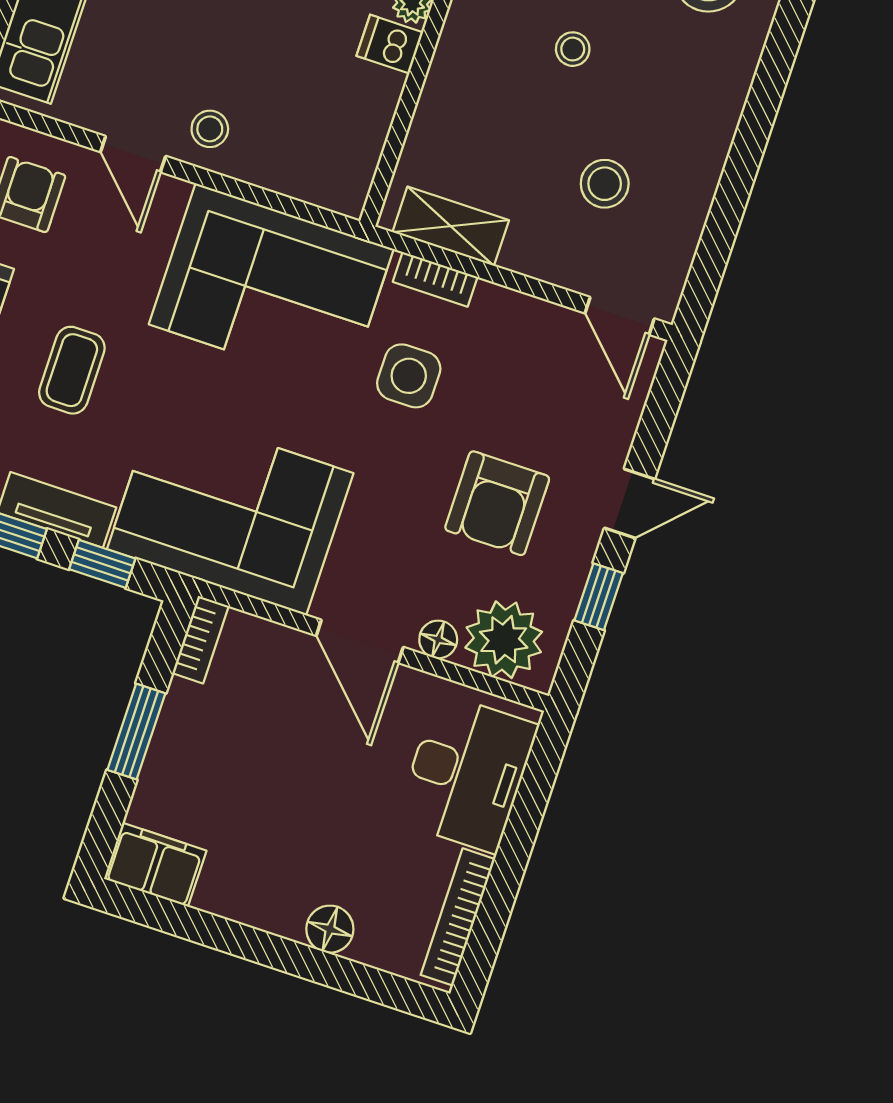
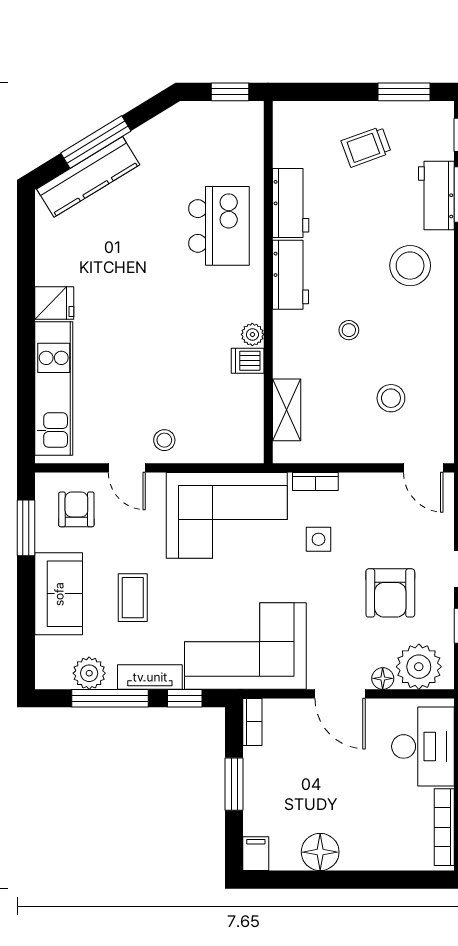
shelving: (451, 226) -> (287, 410), moved, turned 90
side table: (409, 376) -> (319, 539), width x0.73, depth x0.73
filing cabinet: (155, 865) -> (256, 854), width x0.50
floor lamp: (330, 929) -> (320, 852), moved, width x1.38, depth x1.38

